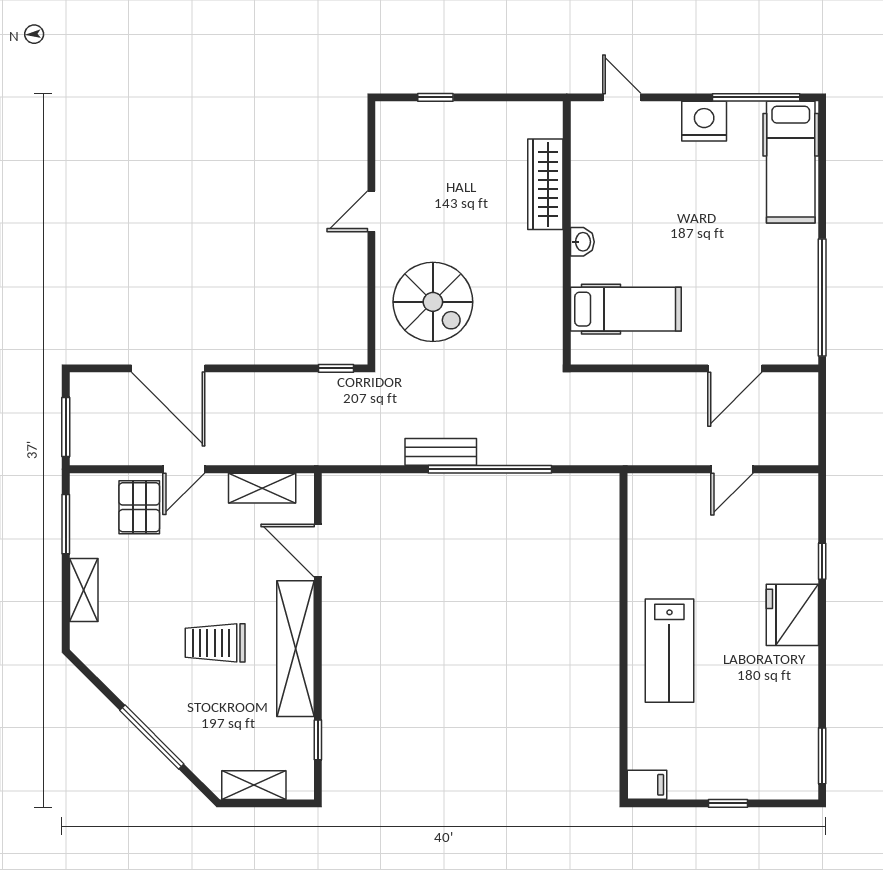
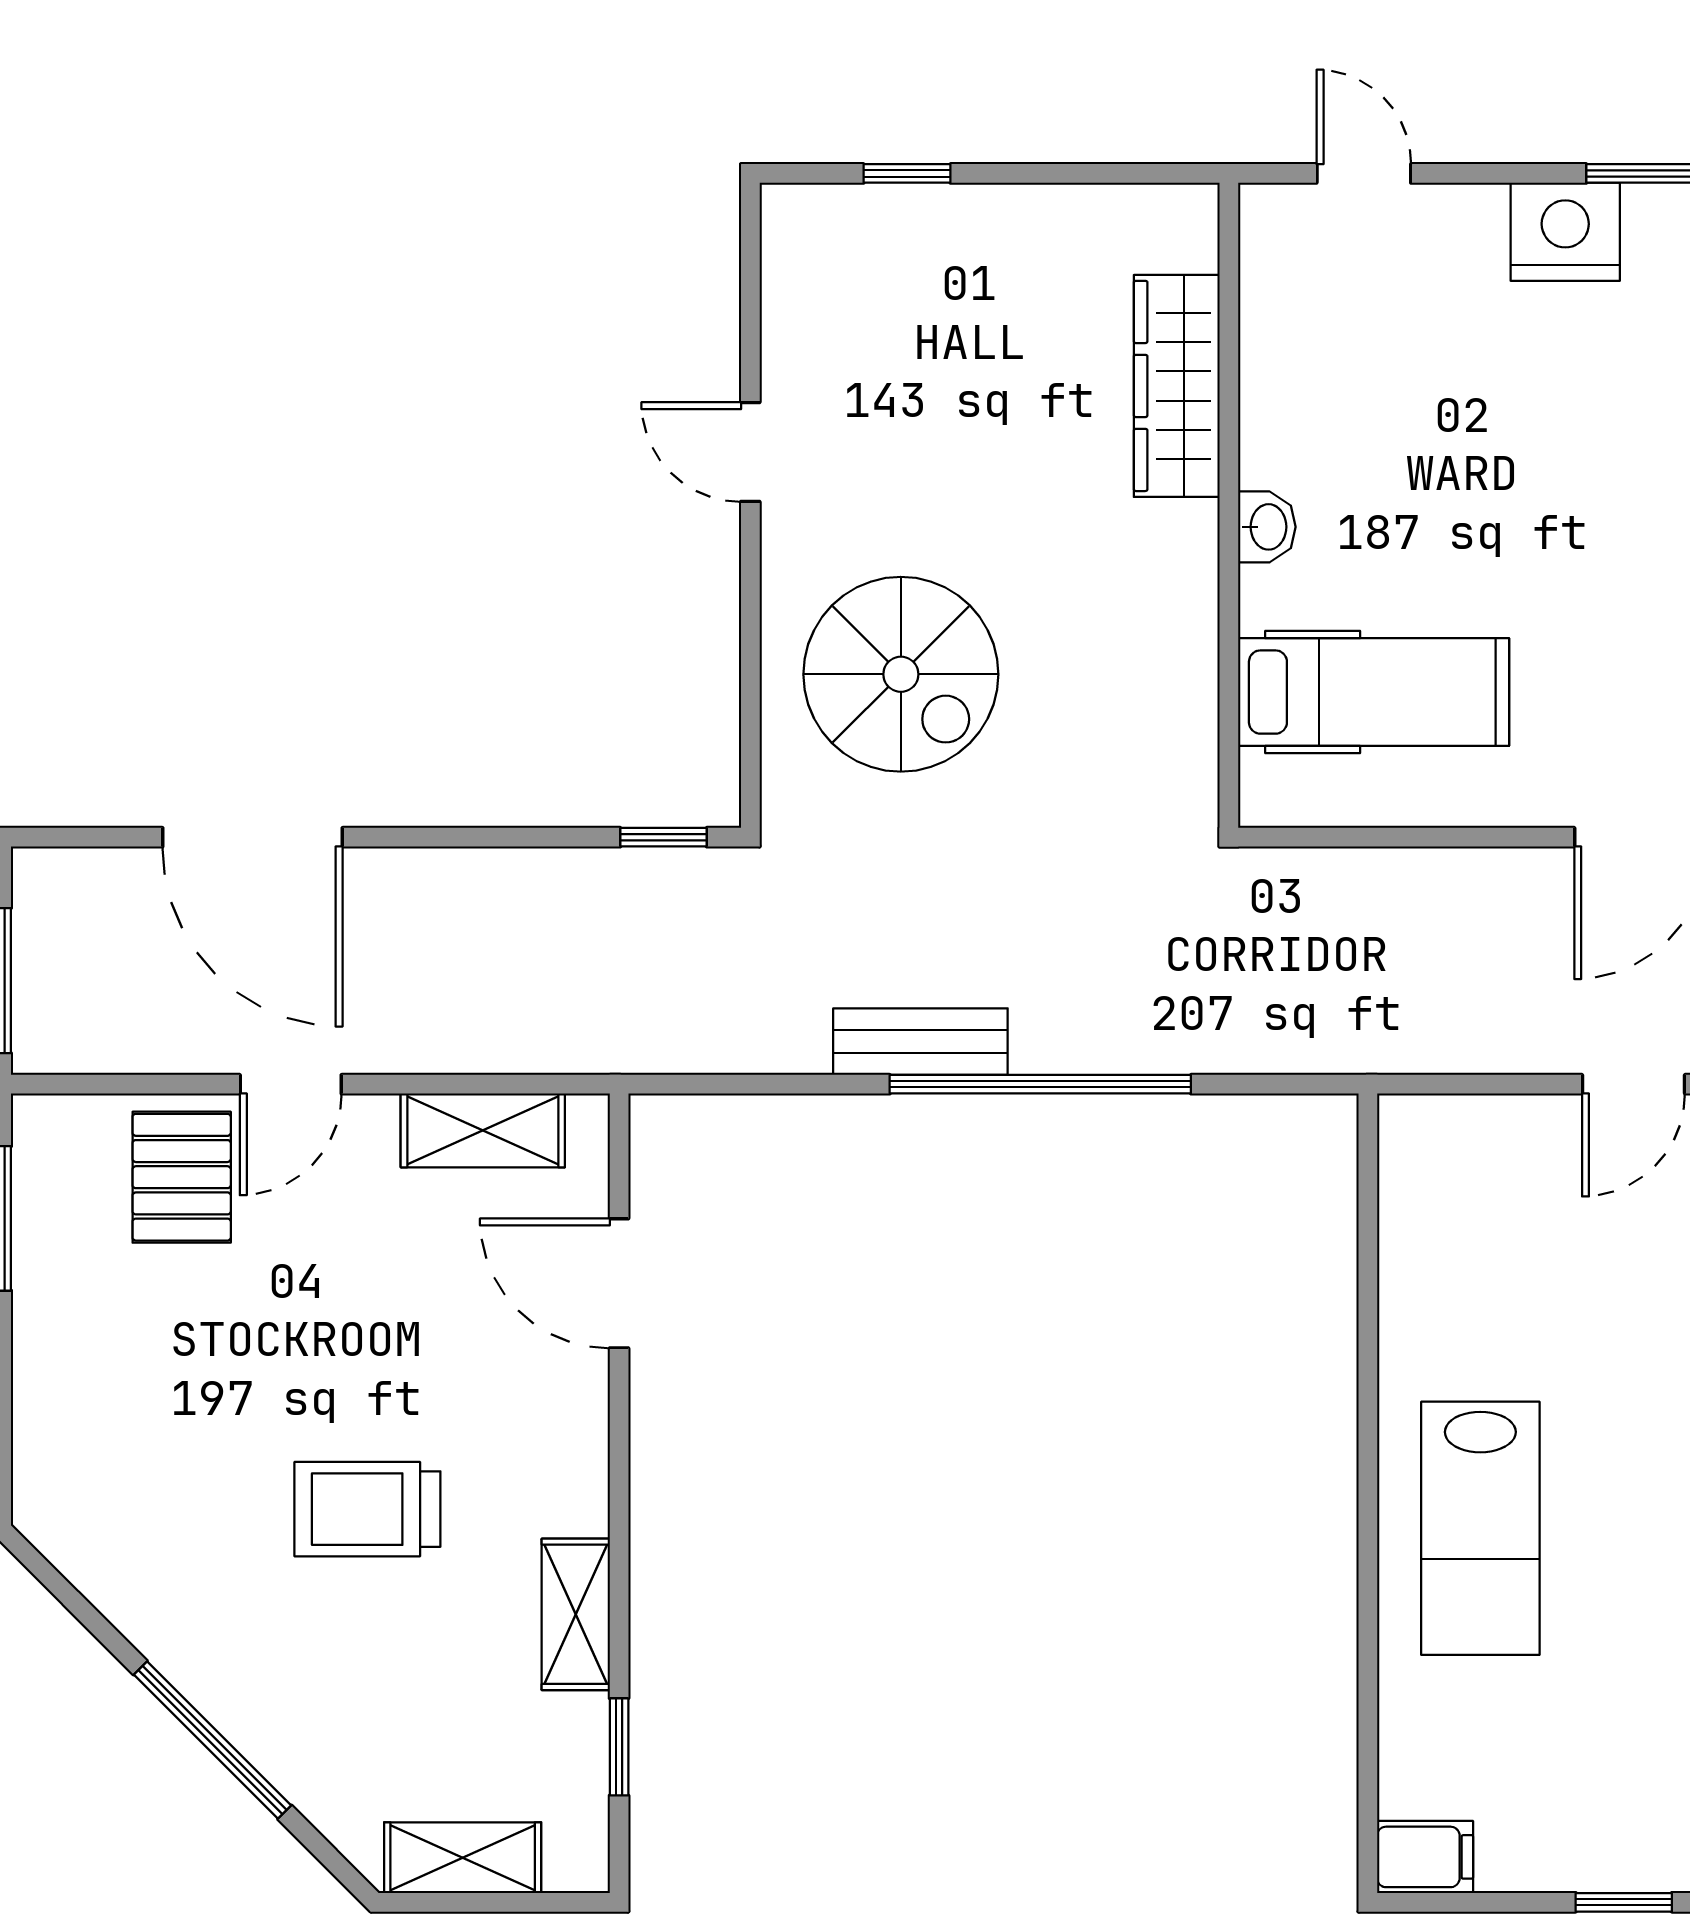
door: (371, 211) -> (750, 452), hinge flipped
shelving: (84, 590) -> (46, 1380), removed
shelving: (296, 649) -> (576, 1614), width x0.45, depth x0.75

